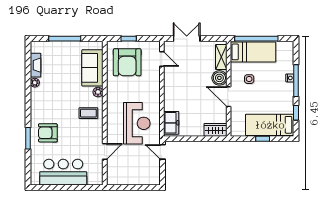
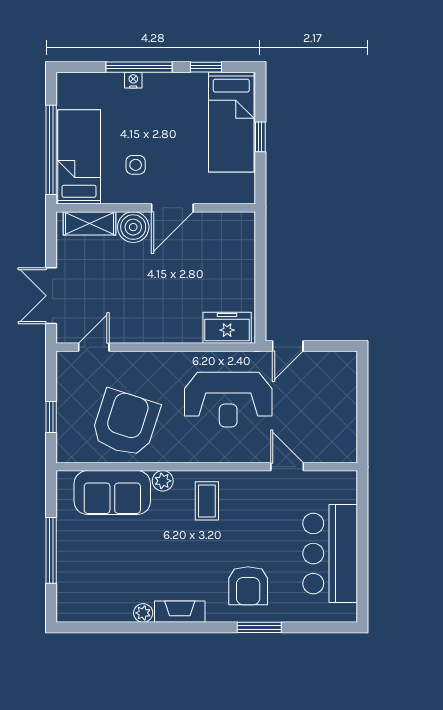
armchair: (127, 62) -> (125, 423), moved, turned -72
fireplace: (35, 65) -> (180, 612), moved
reception desk: (137, 123) -> (228, 400), turned 180
wardrobe: (215, 130) -> (242, 235), removed

